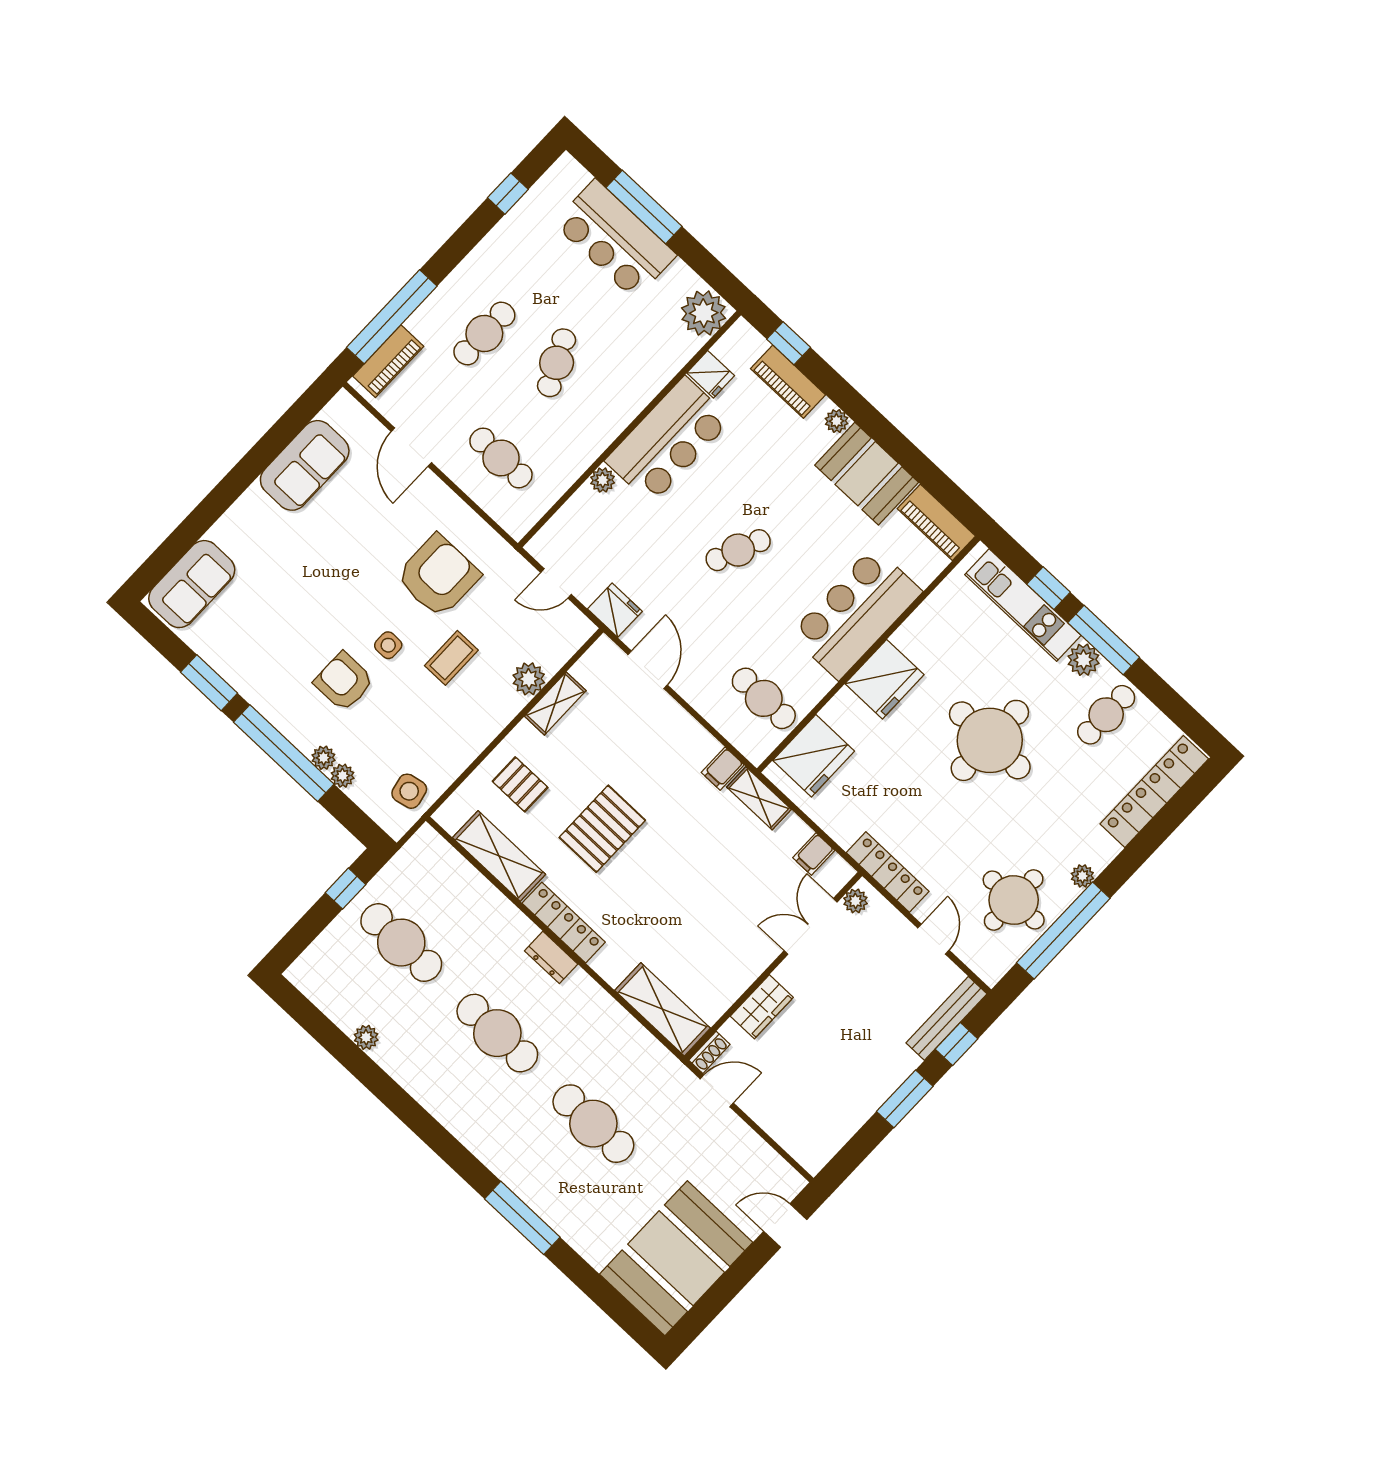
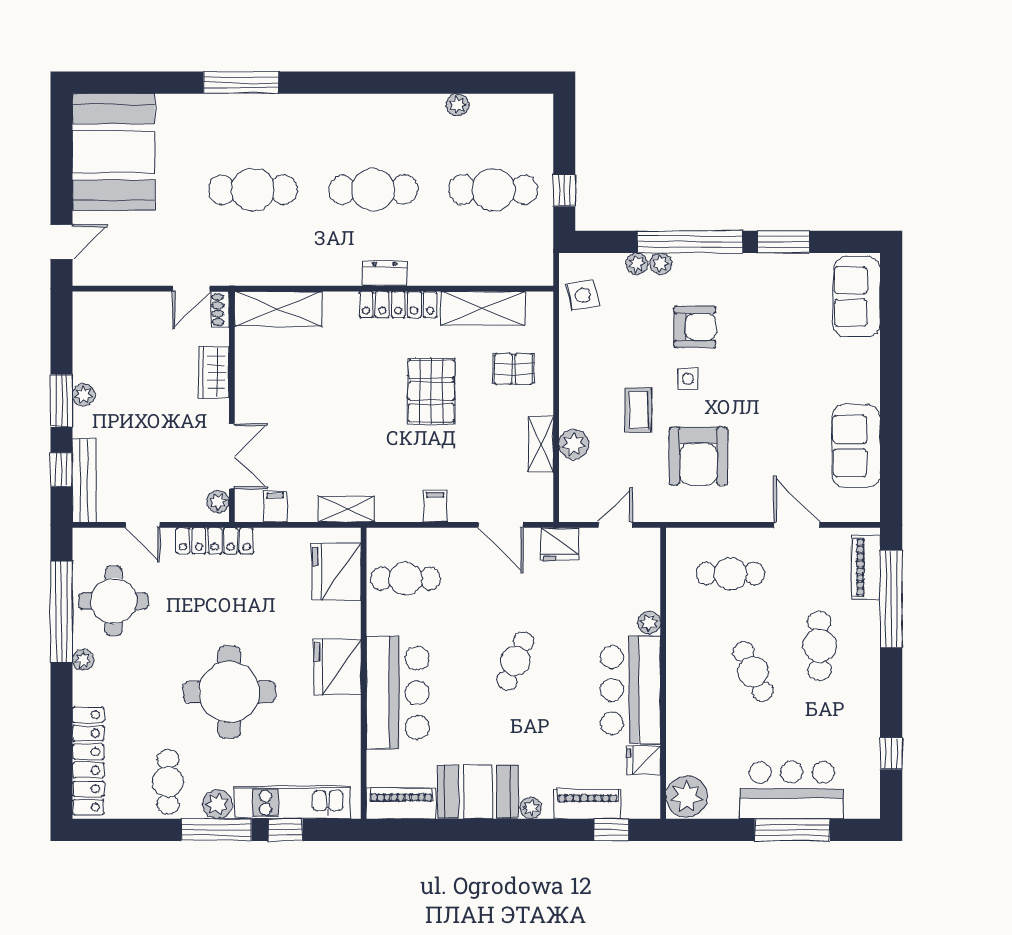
filing cabinet: (723, 769) -> (435, 506), moved
plant: (883, 1087) -> (84, 395), added

